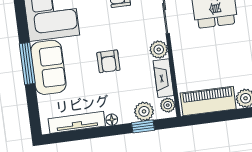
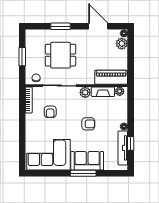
piano: (208, 101) -> (111, 77), moved, turned 90
plant: (144, 111) -> (122, 106), removed
window: (143, 126) -> (131, 143), moved

